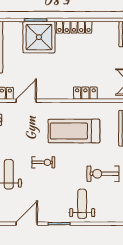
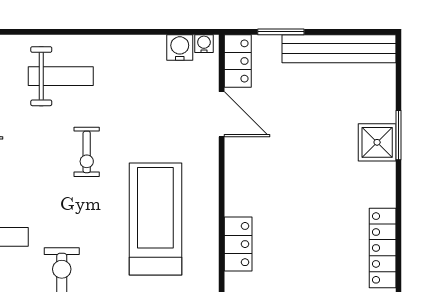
locker: (74, 27) -> (383, 248), moved
shower: (39, 37) -> (377, 142), width x0.54, depth x0.54

